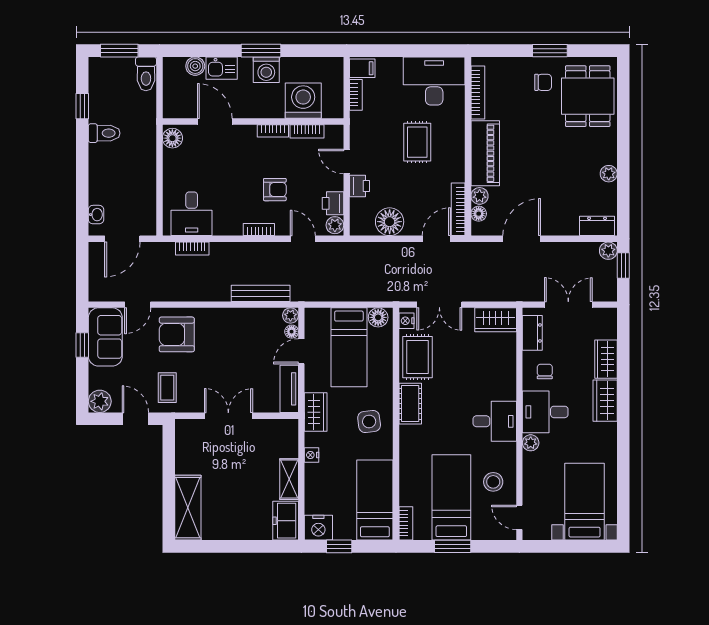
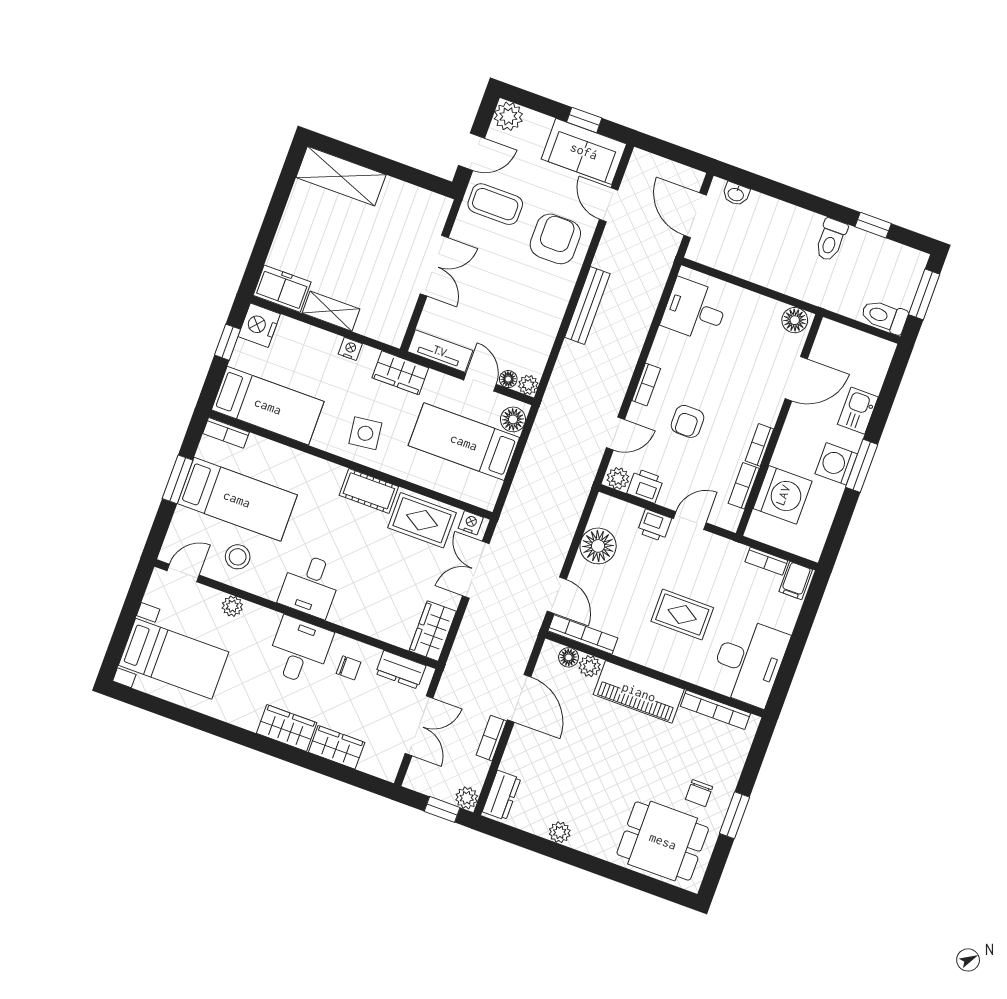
boiler: (195, 66) -> (872, 379), removed
bookcase: (192, 249) -> (491, 738), moved
bench: (261, 293) -> (587, 305), moved
floor lamp: (378, 317) -> (513, 419), moved
coffee table: (167, 388) -> (495, 204), width x1.36, depth x1.30
plant: (531, 443) -> (232, 606), moved

